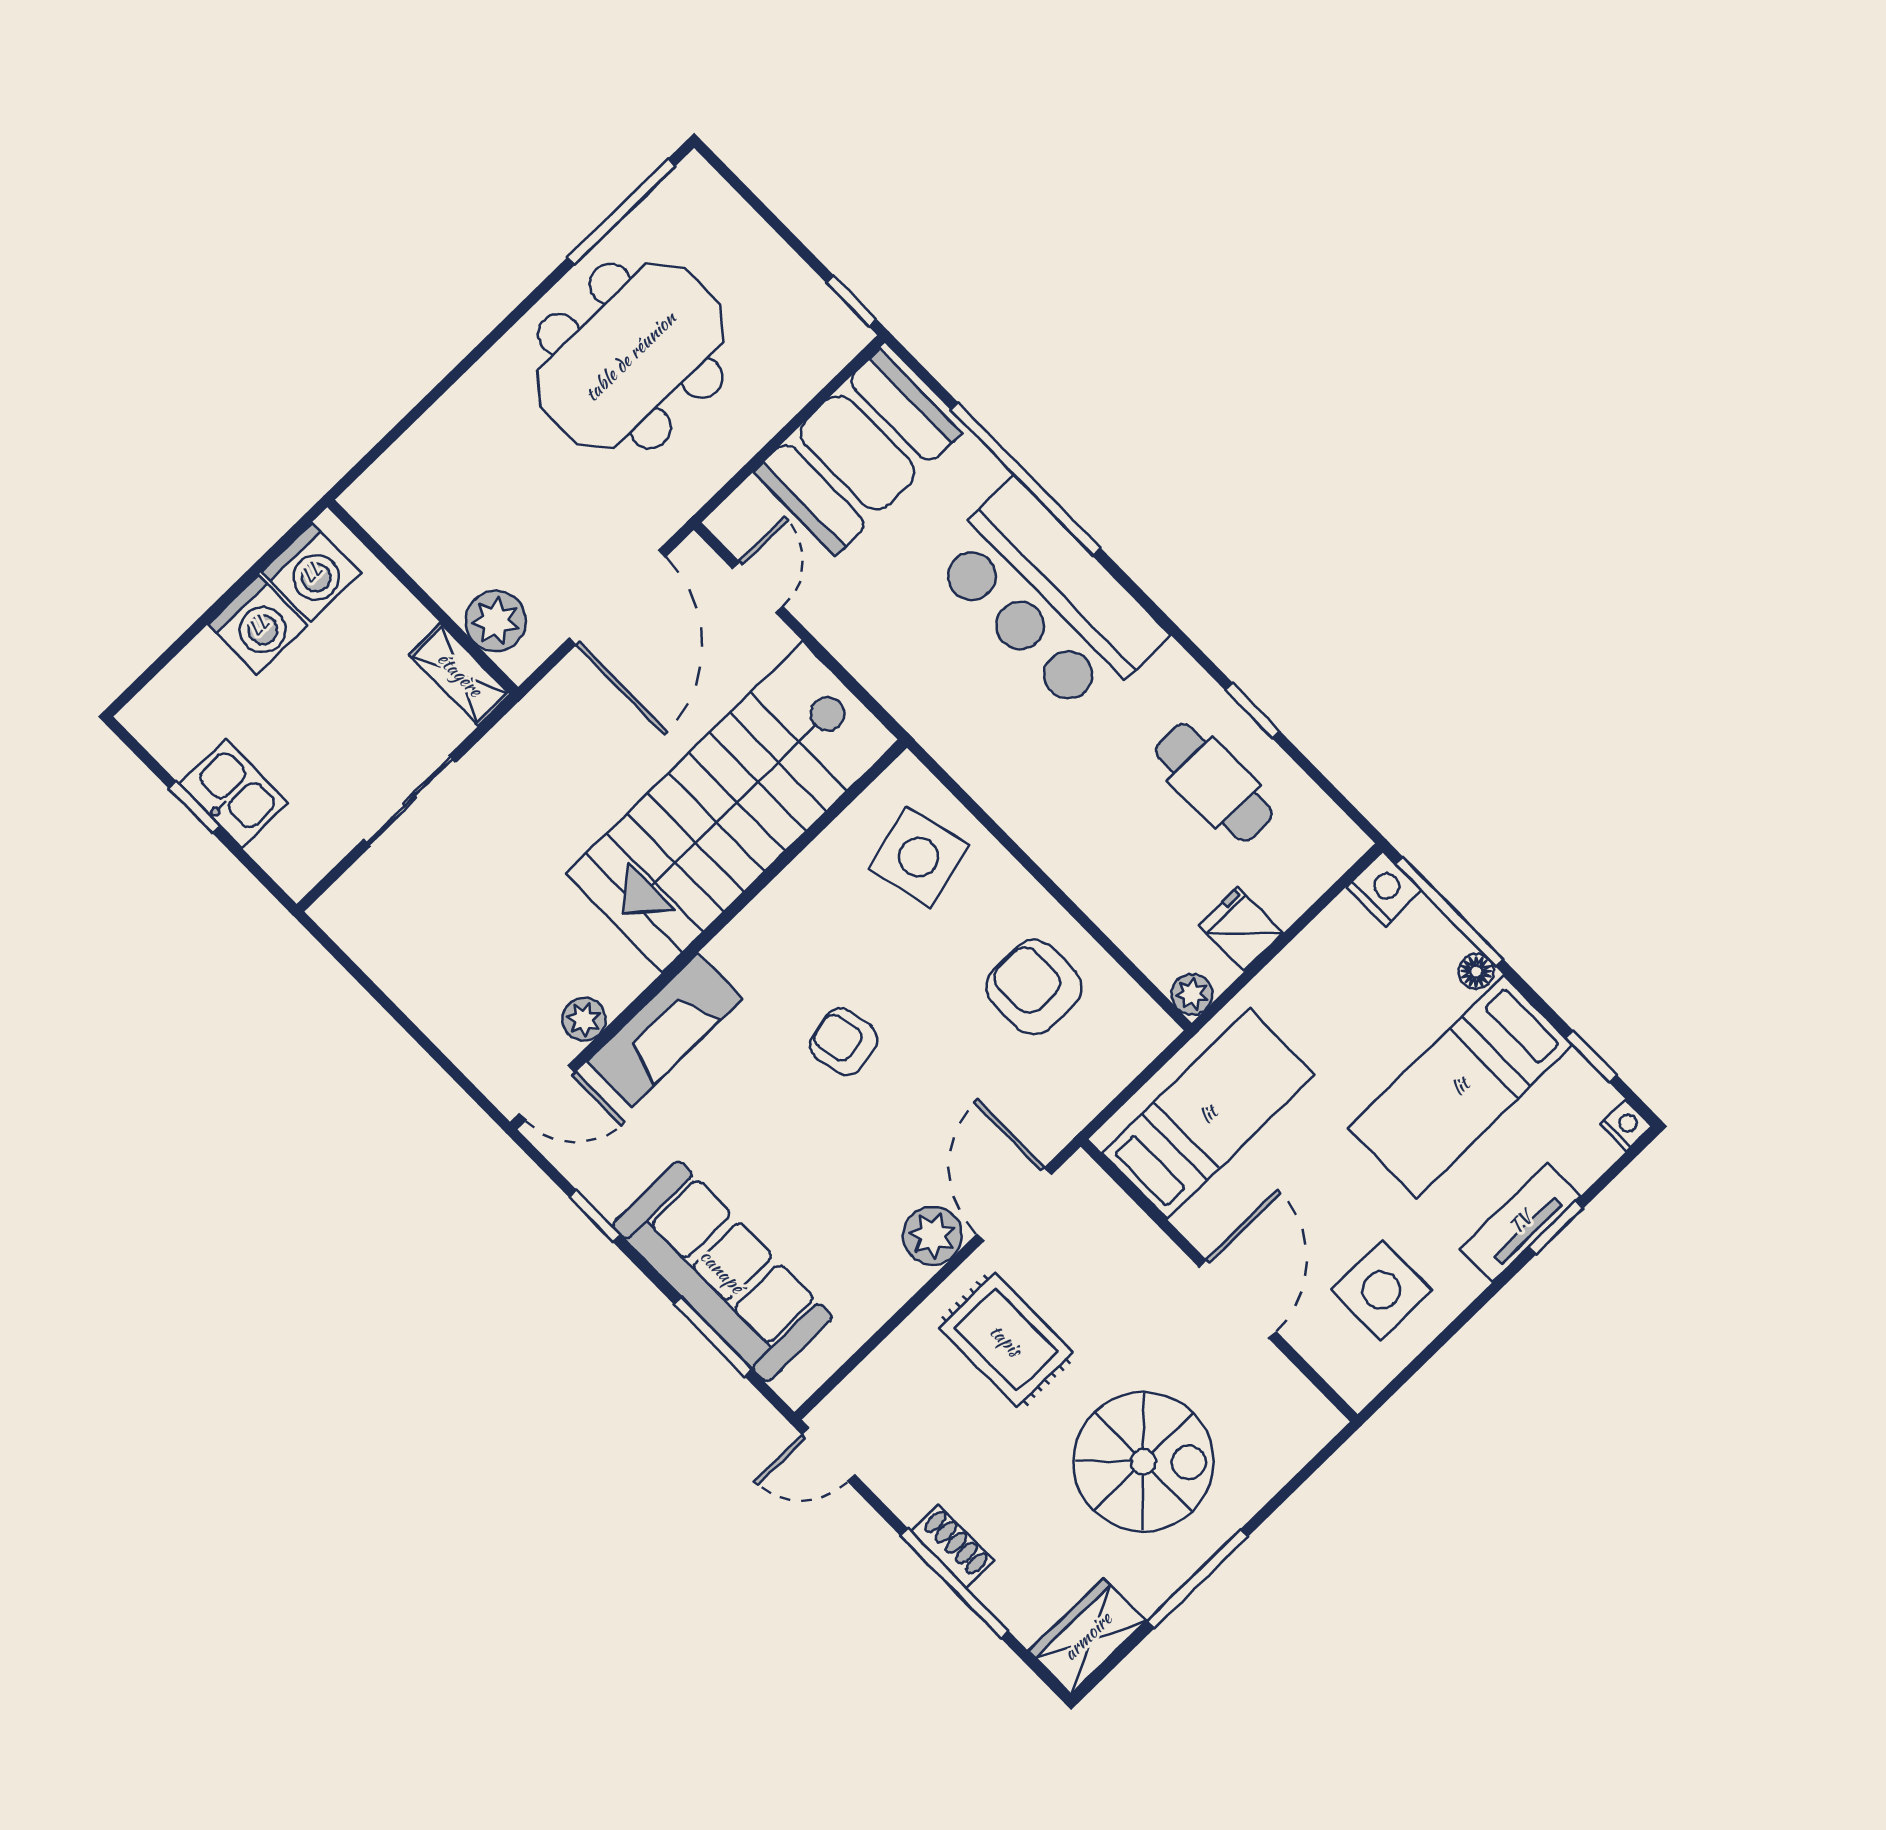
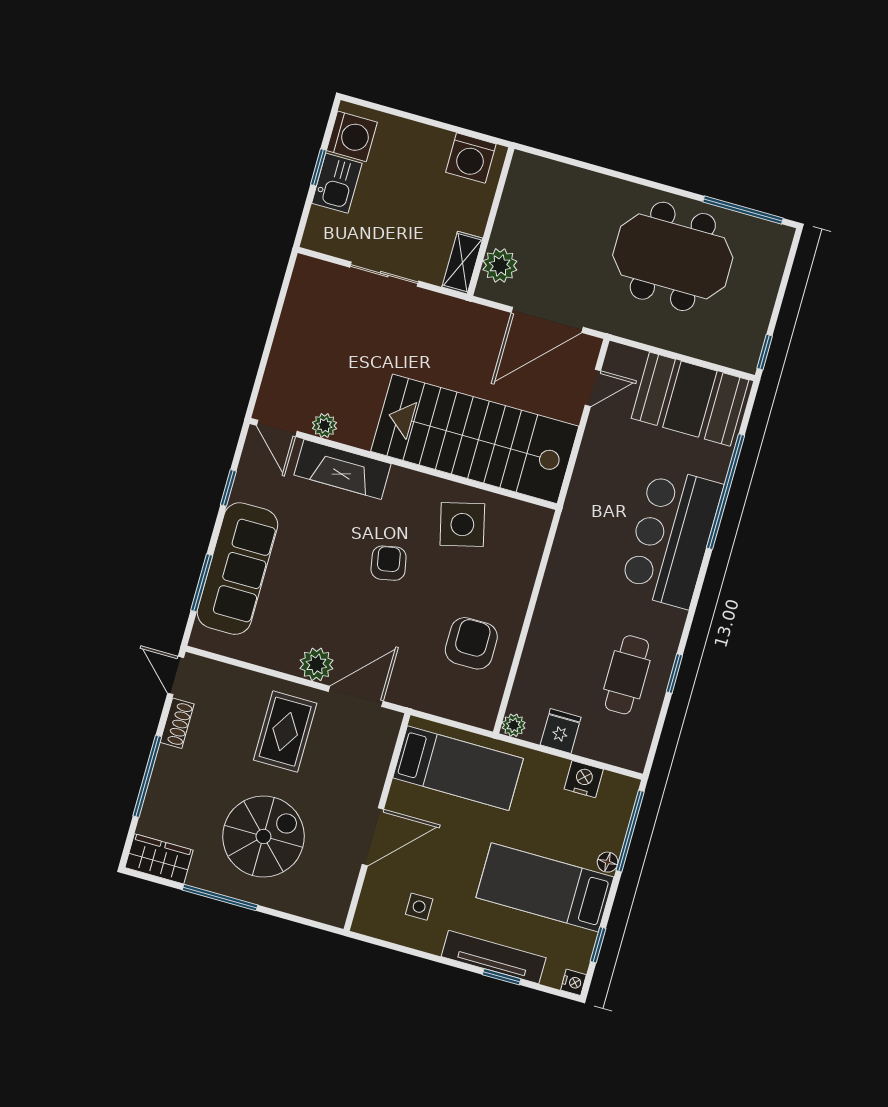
washing machine: (258, 625) -> (352, 136), moved, turned -90
side table: (919, 857) -> (462, 525), moved
nightstand: (1384, 889) -> (584, 779), moved, turned -90
tv unit: (1520, 1222) -> (494, 957), width x1.41
side table: (1381, 1290) -> (419, 907), width x0.54, depth x0.54
spiral stairs: (1143, 1462) -> (263, 836), turned -90
shoe rack: (953, 1546) -> (177, 723), moved

